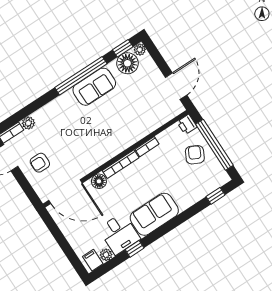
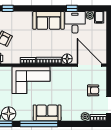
sofa: (94, 87) -> (47, 113), moved
corner sofa: (127, 124) -> (31, 80), added

